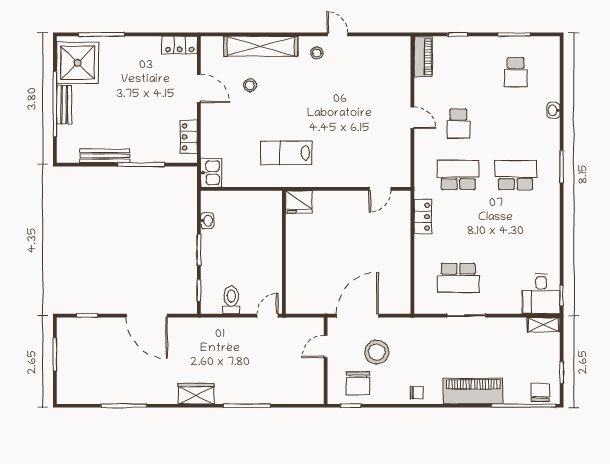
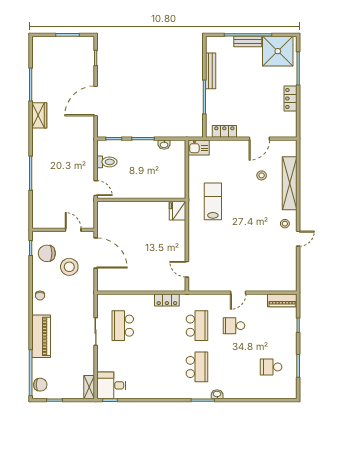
locker: (180, 45) -> (291, 99), moved
washbasin: (553, 110) -> (217, 394), moved
wardrobe: (196, 394) -> (39, 115), moved

